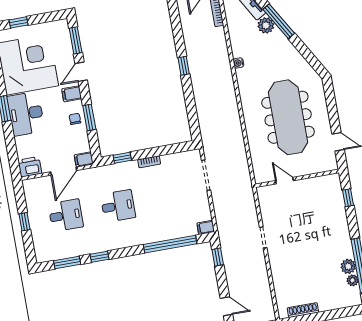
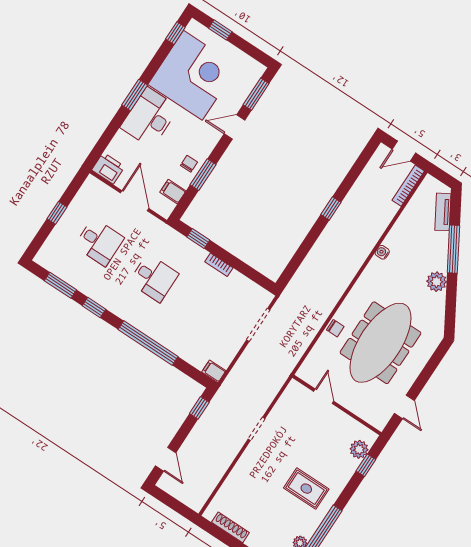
plant: (266, 25) -> (437, 282), moved
filing cabinet: (72, 94) -> (207, 139), removed
chair: (253, 134) -> (335, 328), added
filing cabinet: (84, 160) -> (173, 192), moved
door: (64, 171) -> (135, 201), swing flipped
window: (170, 244) -> (148, 343), moved
rug: (326, 245) -> (306, 489), added
plant: (348, 266) -> (359, 449), moved

